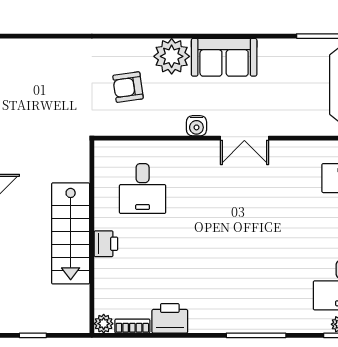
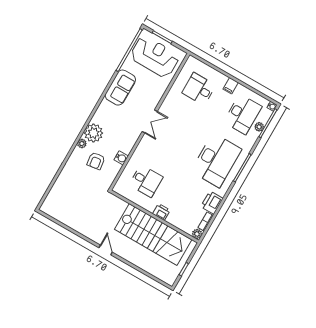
plant: (143, 47) -> (82, 144), added
sofa: (224, 57) -> (120, 88), moved
water cooler: (196, 126) -> (121, 158), moved
stairs: (71, 233) -> (153, 234), width x1.36, depth x1.51
desk: (244, 285) -> (216, 160), added

